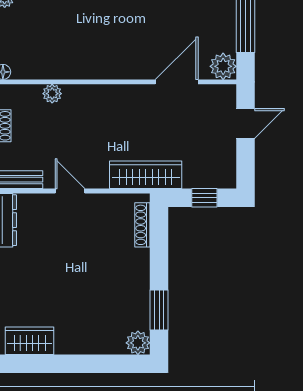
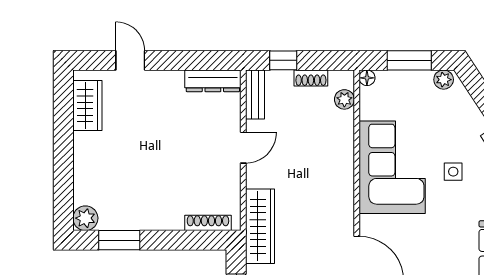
corner sofa: (89, 48) -> (392, 167), added
plant: (52, 94) -> (344, 99), moved

